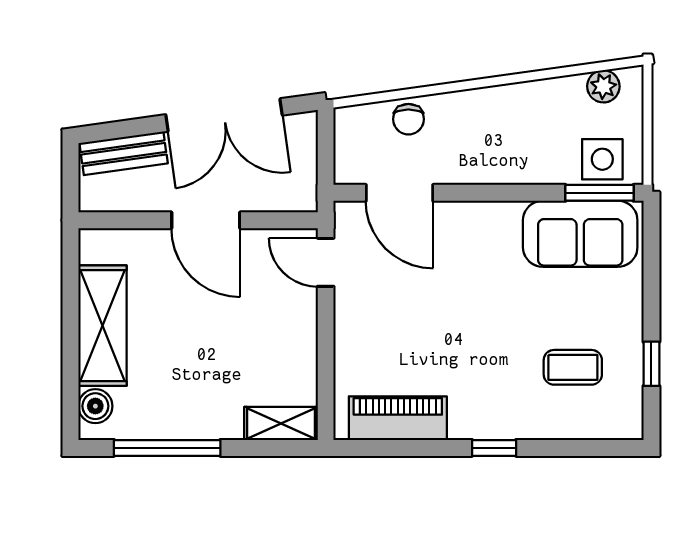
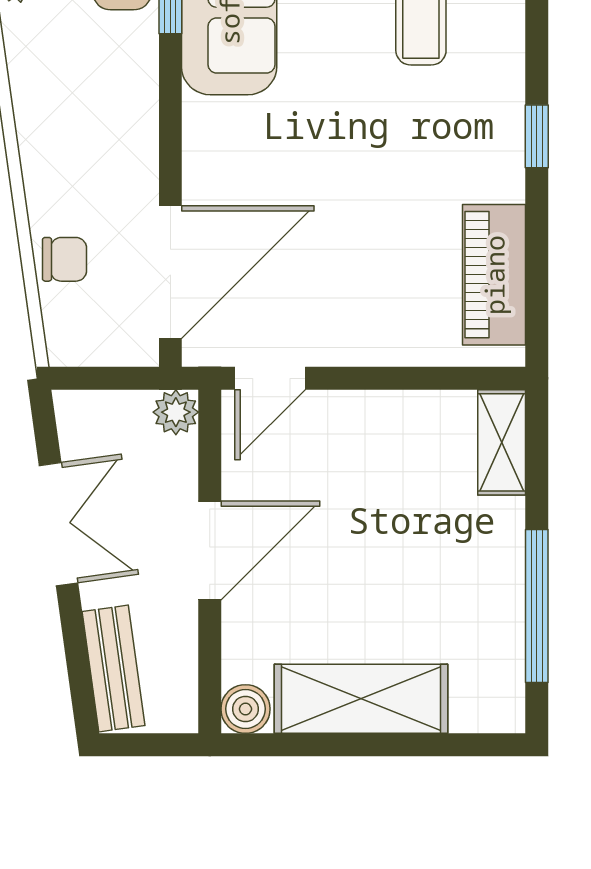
double door: (224, 115) -> (59, 524), width x0.73
door: (400, 193) -> (170, 272), width x1.36
plant: (302, 197) -> (176, 412), added
boiler: (95, 406) -> (245, 709), moved

